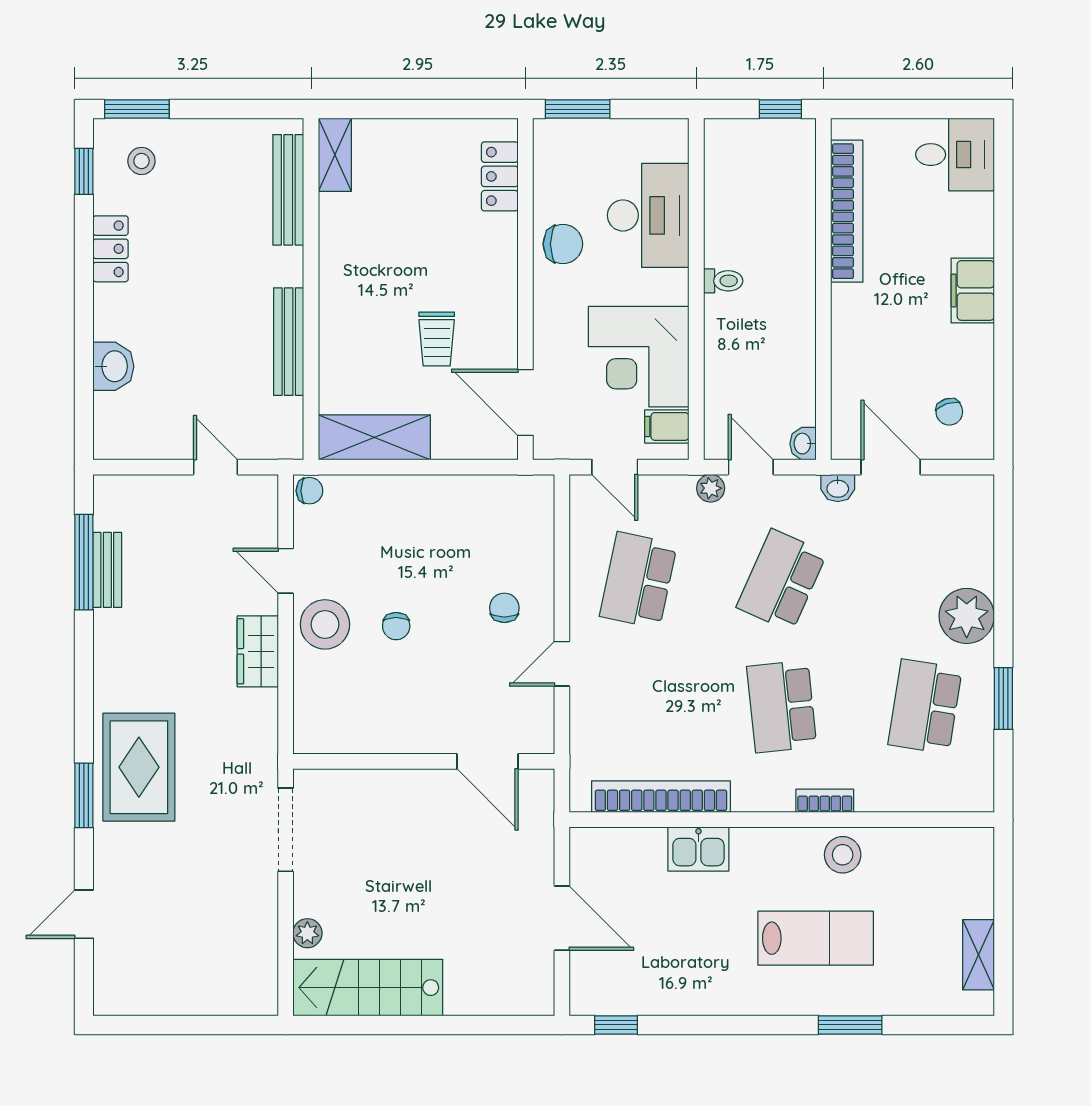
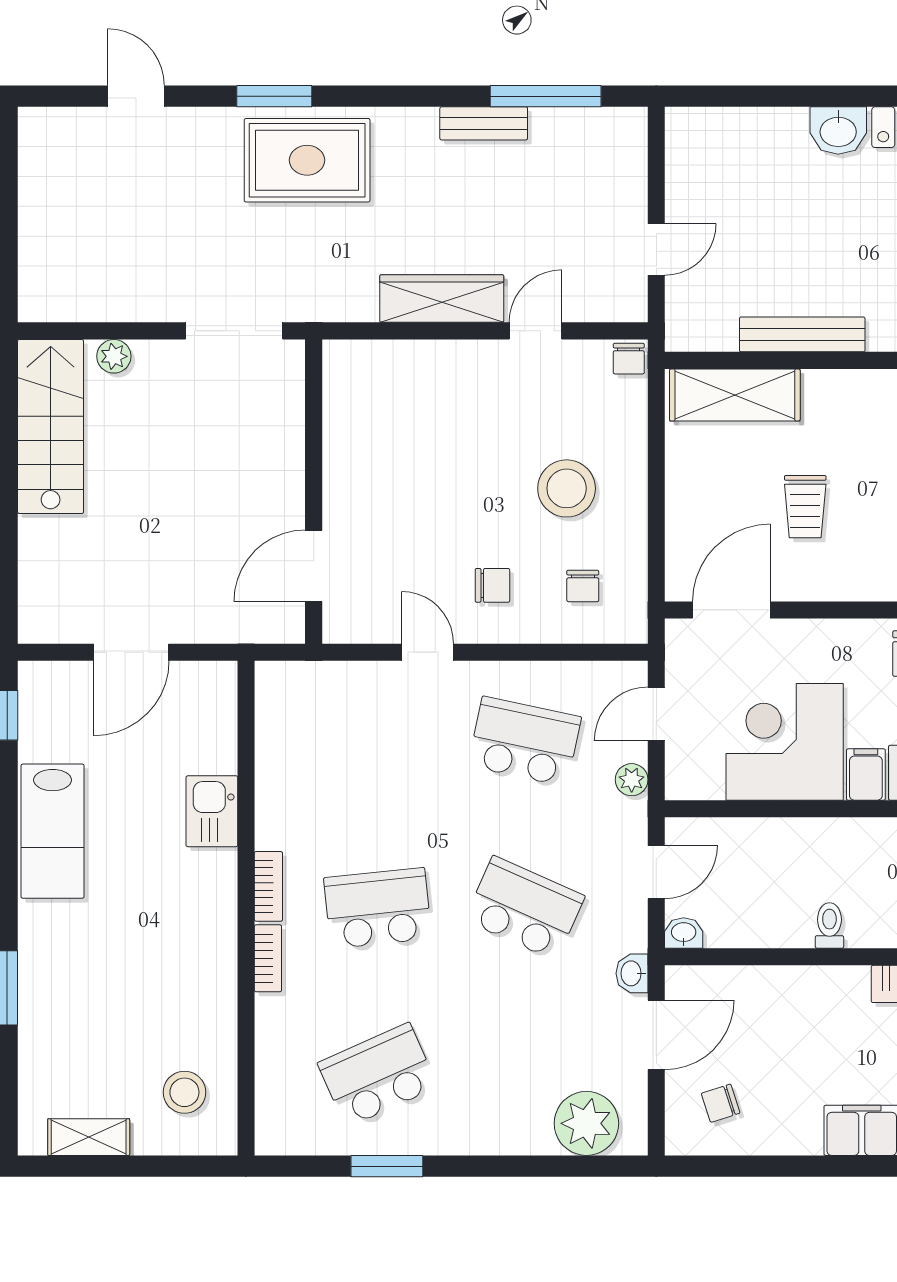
toilet: (723, 281) -> (829, 925), moved, turned 180
trolley: (437, 339) -> (805, 507), turned -90
washbasin: (113, 366) -> (838, 130), moved
filing cabinet: (667, 426) -> (866, 774), moved
shelving: (374, 437) -> (735, 395), moved, turned 90
plant: (711, 488) -> (632, 780), moved
bench: (107, 570) -> (484, 123), moved
plant: (967, 616) -> (586, 1123), moved
stool: (325, 624) -> (567, 488), moved
chair: (396, 626) -> (583, 586), moved, turned -90
wardrobe: (258, 651) -> (442, 298), width x1.50
school desk: (925, 706) -> (378, 1075), turned -33
bookcase: (661, 797) -> (268, 886), moved, width x0.43, depth x0.76
stool: (843, 855) -> (184, 1092), moved
lab bench: (816, 938) -> (53, 831), moved

